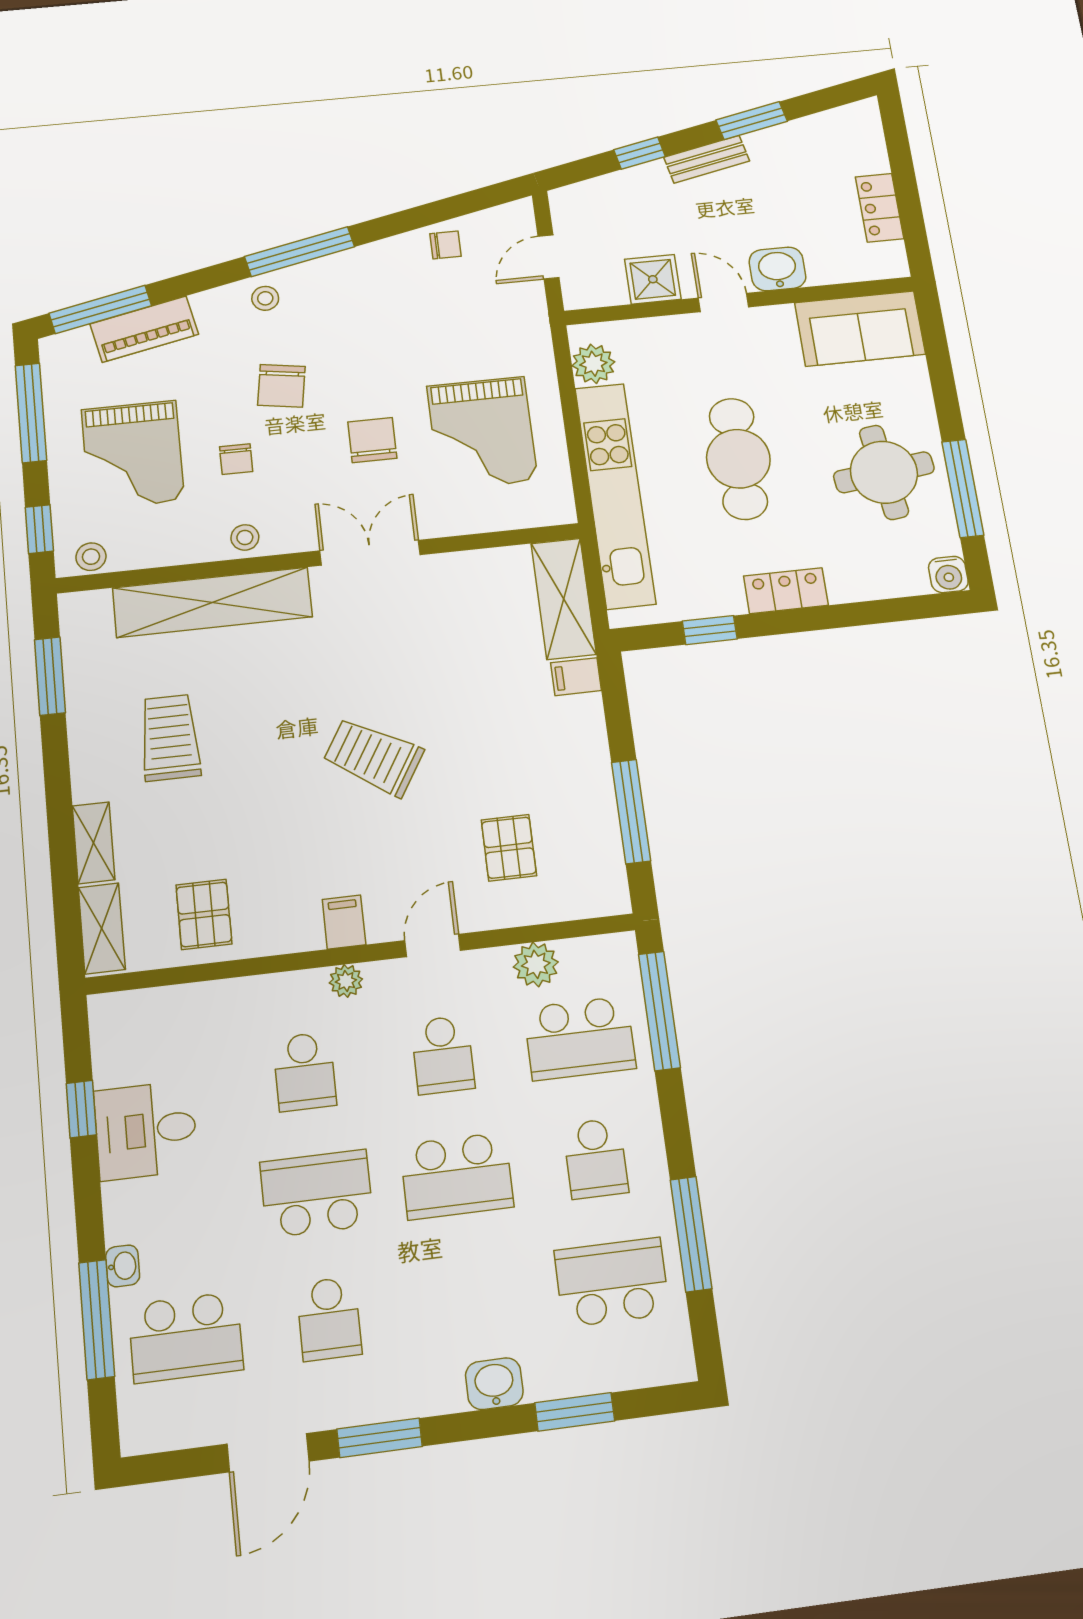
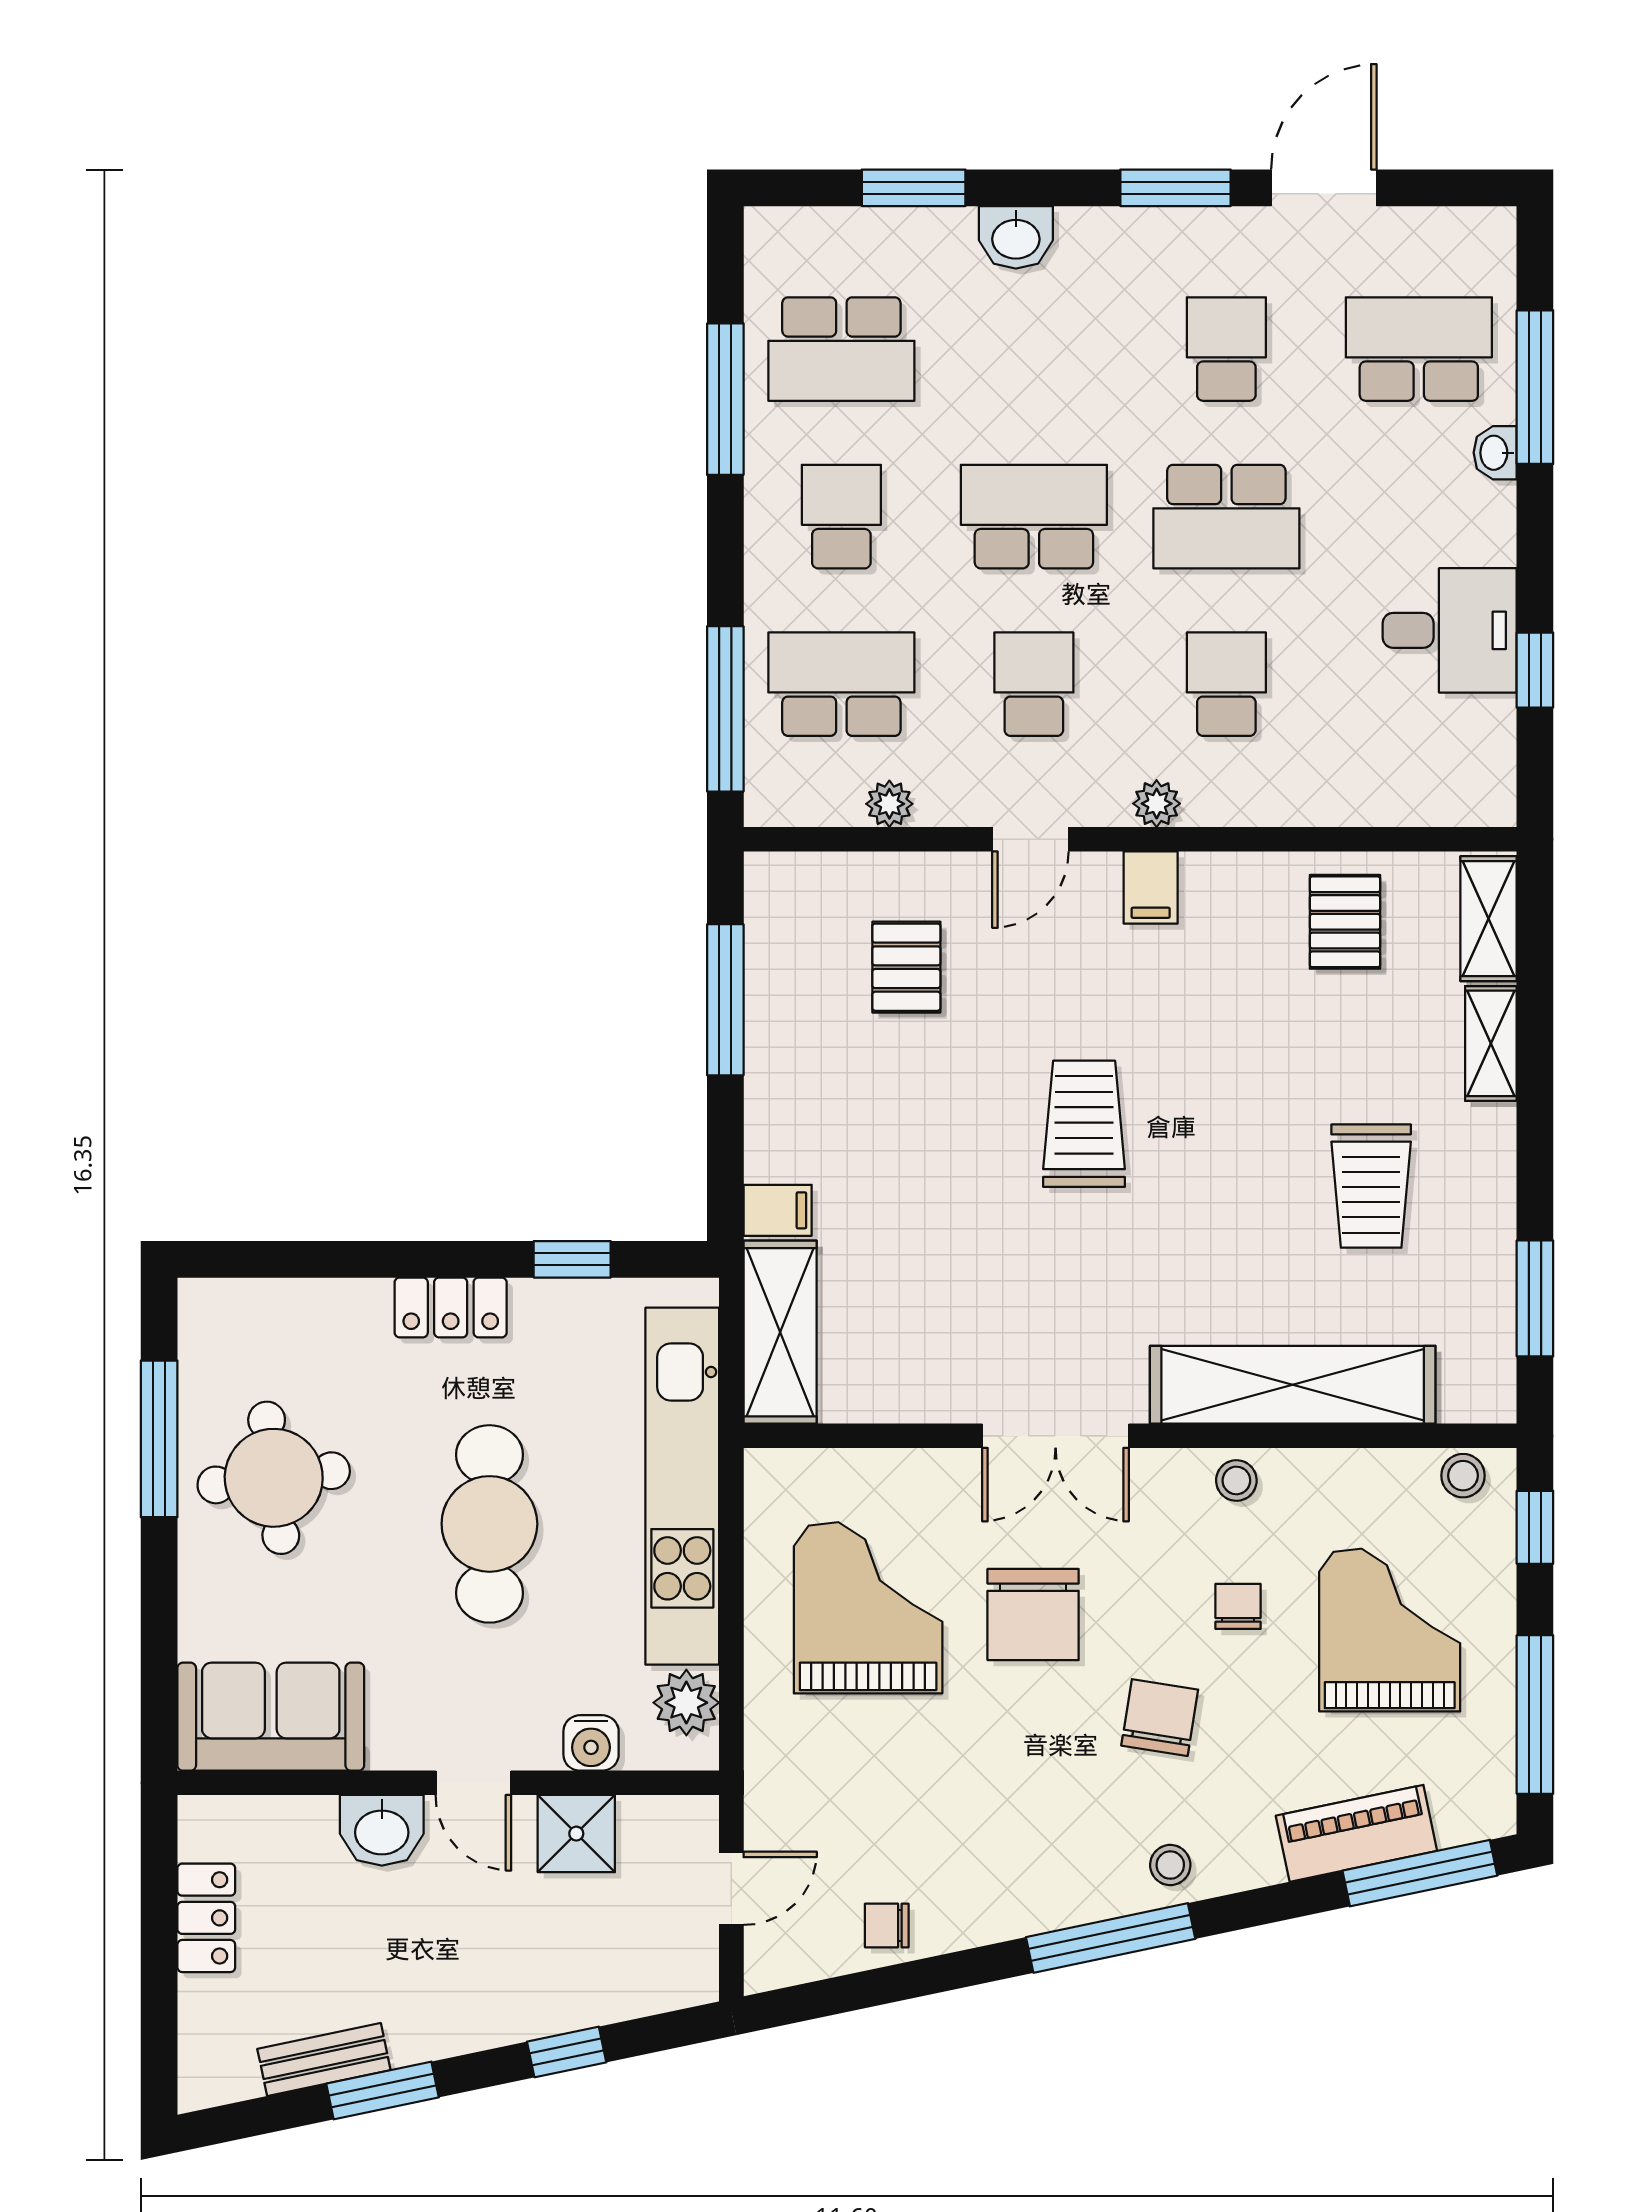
bench: (707, 159) -> (324, 2059), moved
chair: (372, 440) -> (1033, 1615), width x1.37, depth x1.37
water cooler: (948, 574) -> (591, 1743), moved, turned 180
trolley: (373, 757) -> (1084, 1124), turned -121
plant: (536, 964) -> (889, 804), width x0.73, depth x0.73

